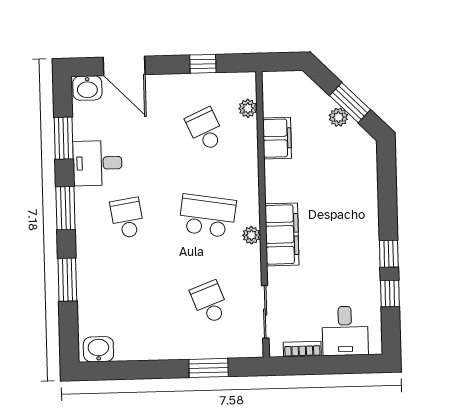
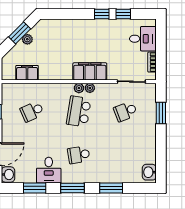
plant: (248, 108) -> (79, 88), moved
filing cabinet: (277, 138) -> (27, 73), moved

